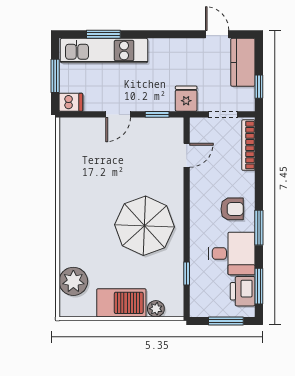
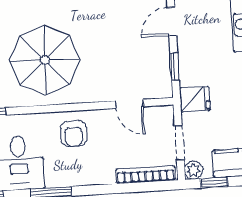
plant: (247, 104) -> (194, 170), added
door: (118, 114) -> (172, 21), hinge flipped
armchair: (232, 209) -> (73, 133), moved

